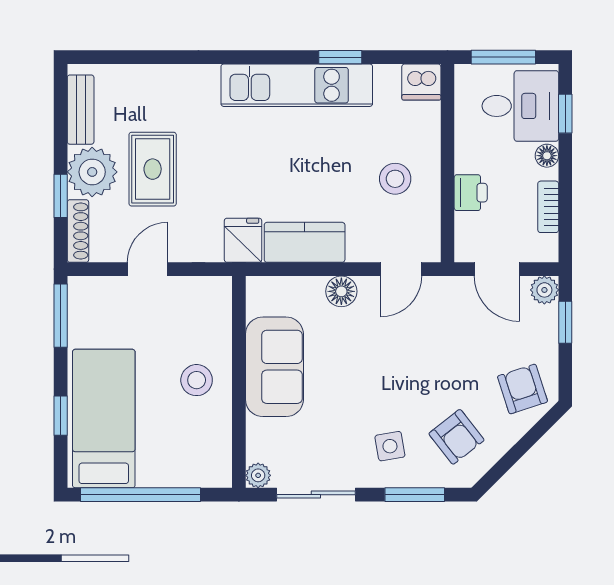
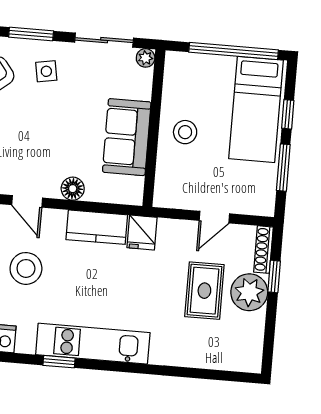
bench: (81, 110) -> (254, 339), removed
stool: (395, 179) -> (26, 268), width x1.38, depth x1.38
door: (401, 269) -> (27, 201), swing flipped
window: (61, 316) -> (283, 168), moved

